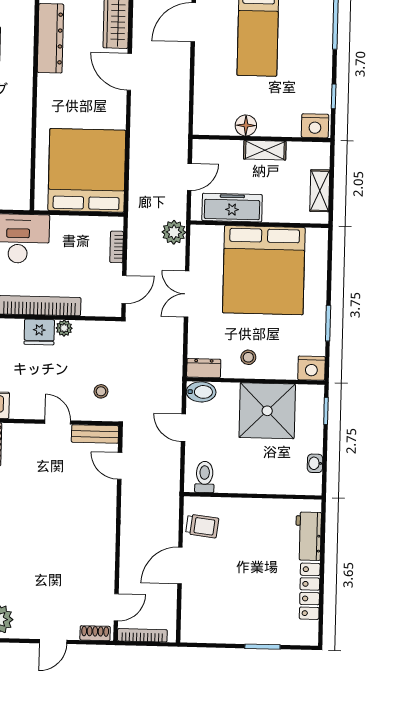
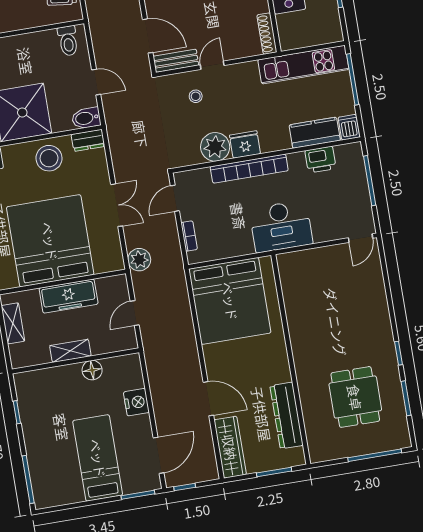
nightstand: (315, 126) -> (136, 402), moved, turned 90
freezer: (232, 208) -> (69, 296), moved
plant: (64, 328) -> (215, 147), width x1.88, depth x1.88
stool: (248, 357) -> (49, 158), width x1.89, depth x1.89
stool: (101, 391) -> (196, 96), moved
door: (58, 422) -> (212, 65), swing flipped
door: (120, 466) -> (148, 36), width x1.38

